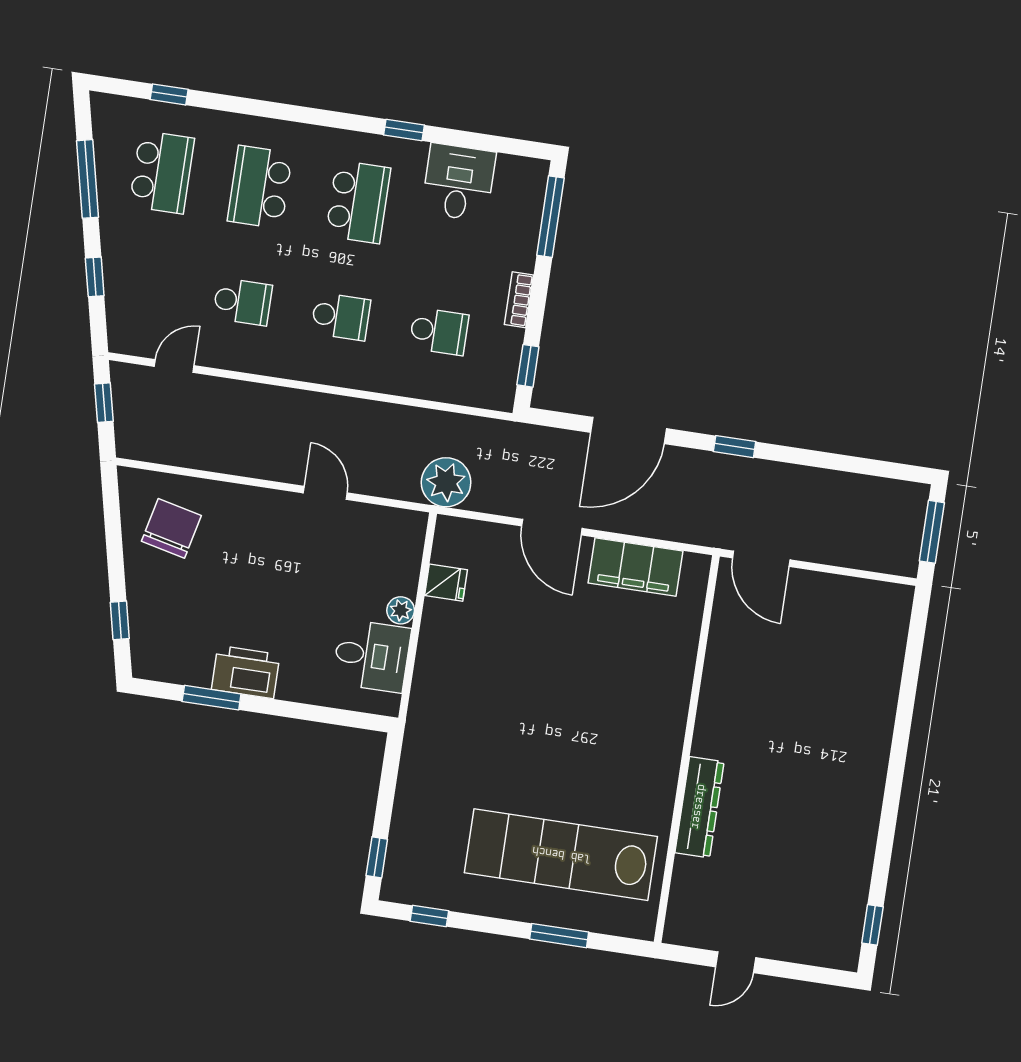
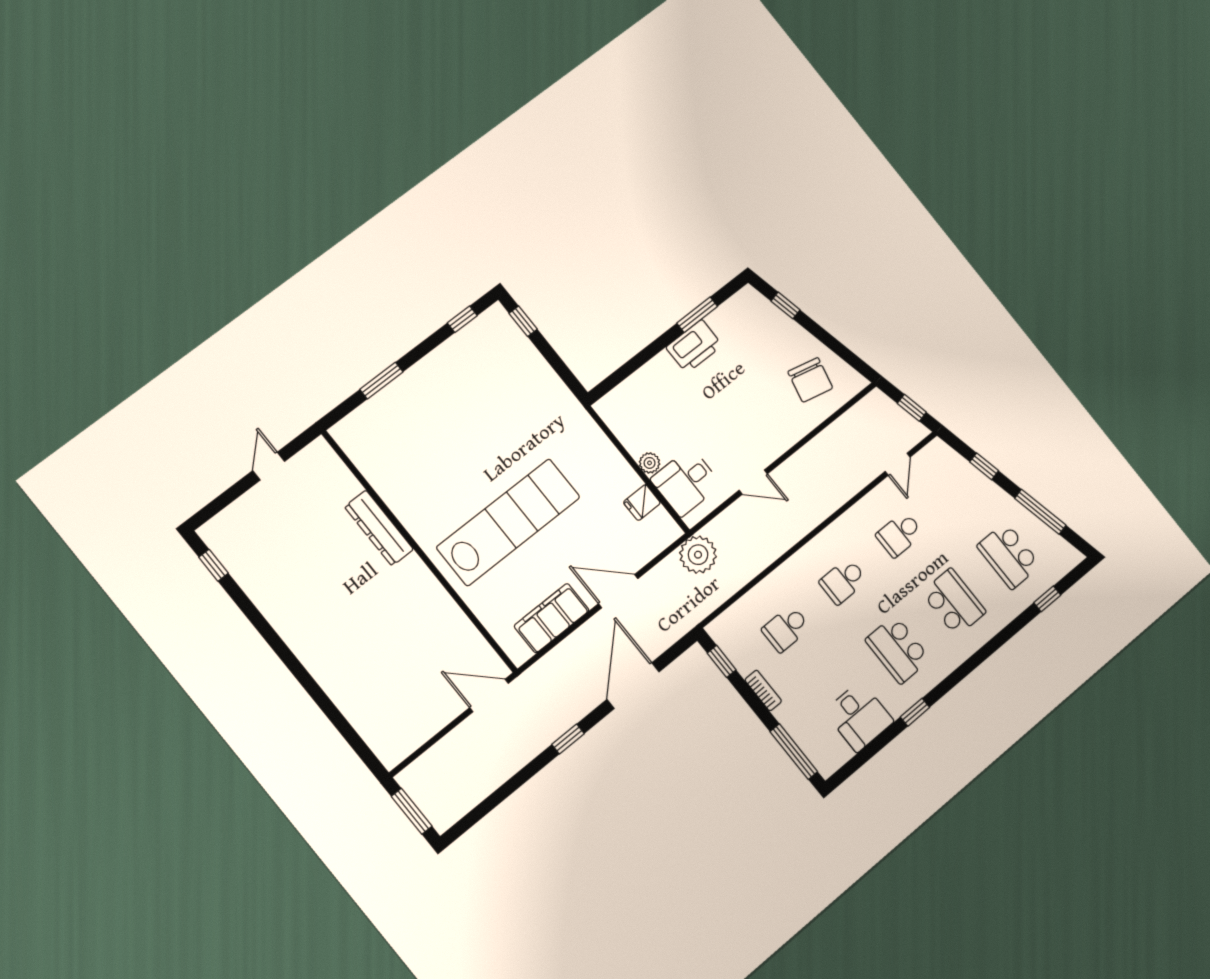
desk: (372, 656) -> (686, 482), moved
lab bench: (561, 855) -> (508, 522), moved

